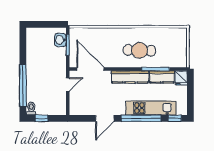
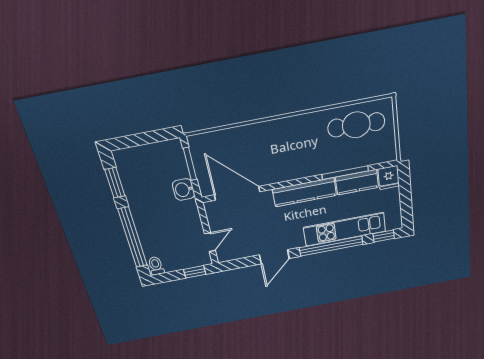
washbasin: (60, 40) -> (184, 190), moved
window: (23, 48) -> (115, 183), added
cafe table: (139, 50) -> (356, 125), moved
door: (68, 85) -> (210, 242), moved
window: (42, 118) -> (195, 272), moved

